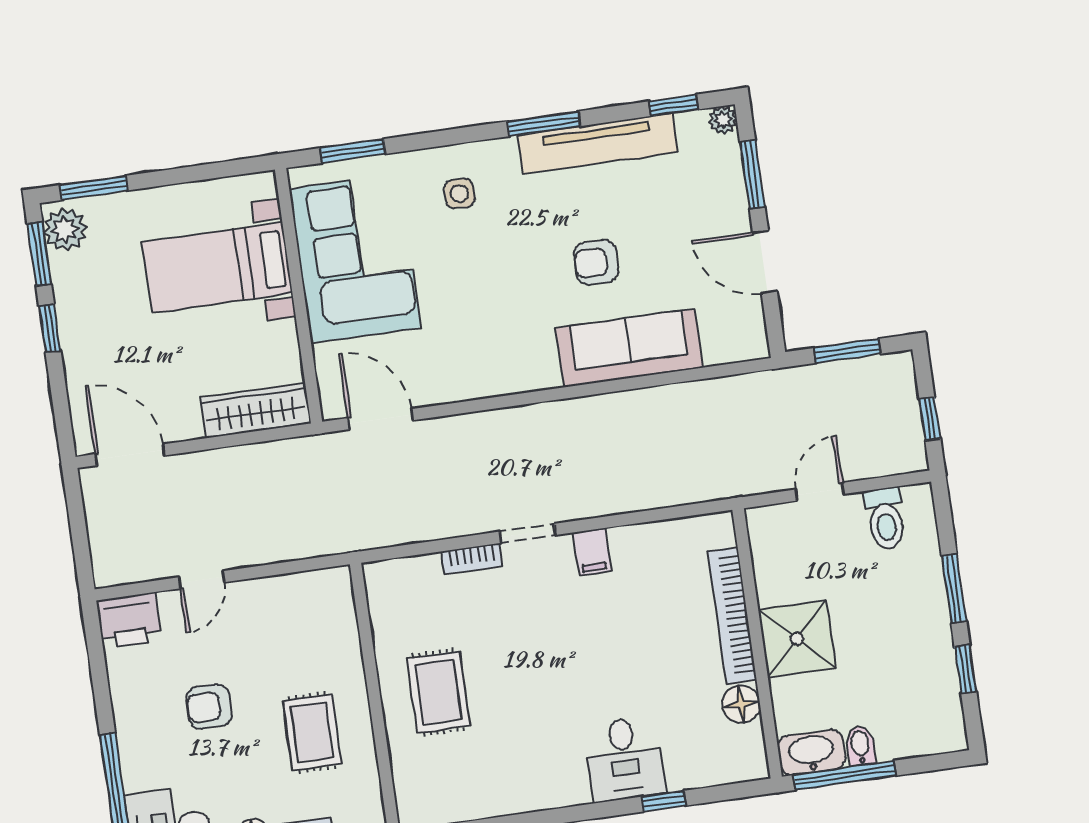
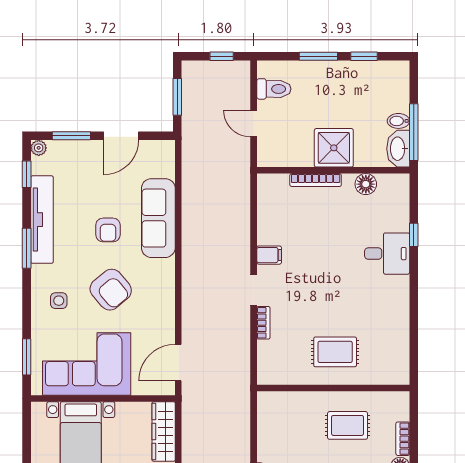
armchair: (492, 282) -> (111, 290), added
bookcase: (732, 615) -> (316, 180), width x0.68, depth x0.76

